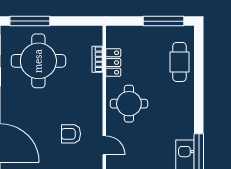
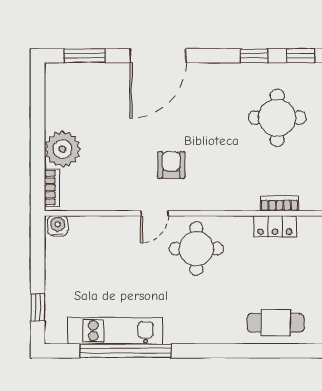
round table: (38, 61) -> (277, 118), width x0.73, depth x0.73
round table: (129, 104) -> (196, 249), moved

